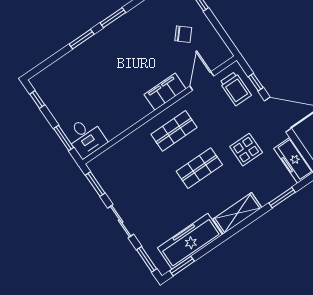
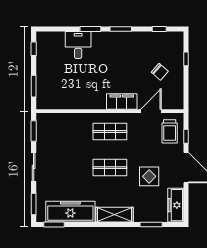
desk: (86, 137) -> (78, 45), moved, turned 180

